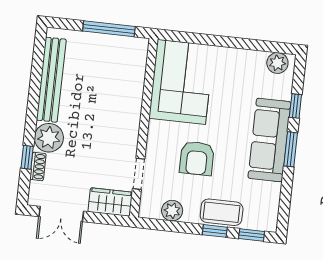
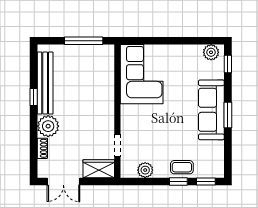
window: (295, 106) -> (228, 64), moved
window: (27, 157) -> (34, 97), moved
armchair: (197, 158) -> (159, 129), removed
coffee table: (222, 212) -> (182, 167), width x0.73, depth x0.77

